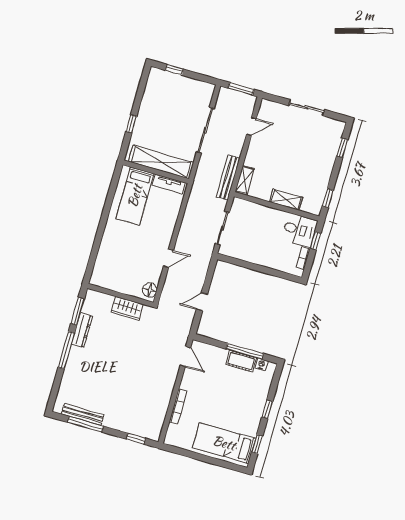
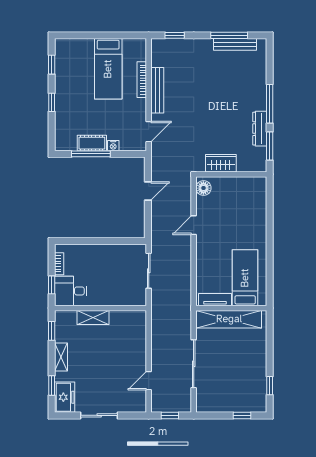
window: (241, 89) -> (170, 415), width x0.67
window: (131, 124) -> (270, 386), moved
freezer: (333, 134) -> (65, 397), added
bench: (228, 178) -> (157, 90), moved
shelving: (245, 180) -> (61, 357), moved
door: (185, 357) -> (149, 132), swing flipped
nightstand: (261, 364) -> (113, 146), moved
bed: (224, 443) -> (108, 69), moved, turned 90

